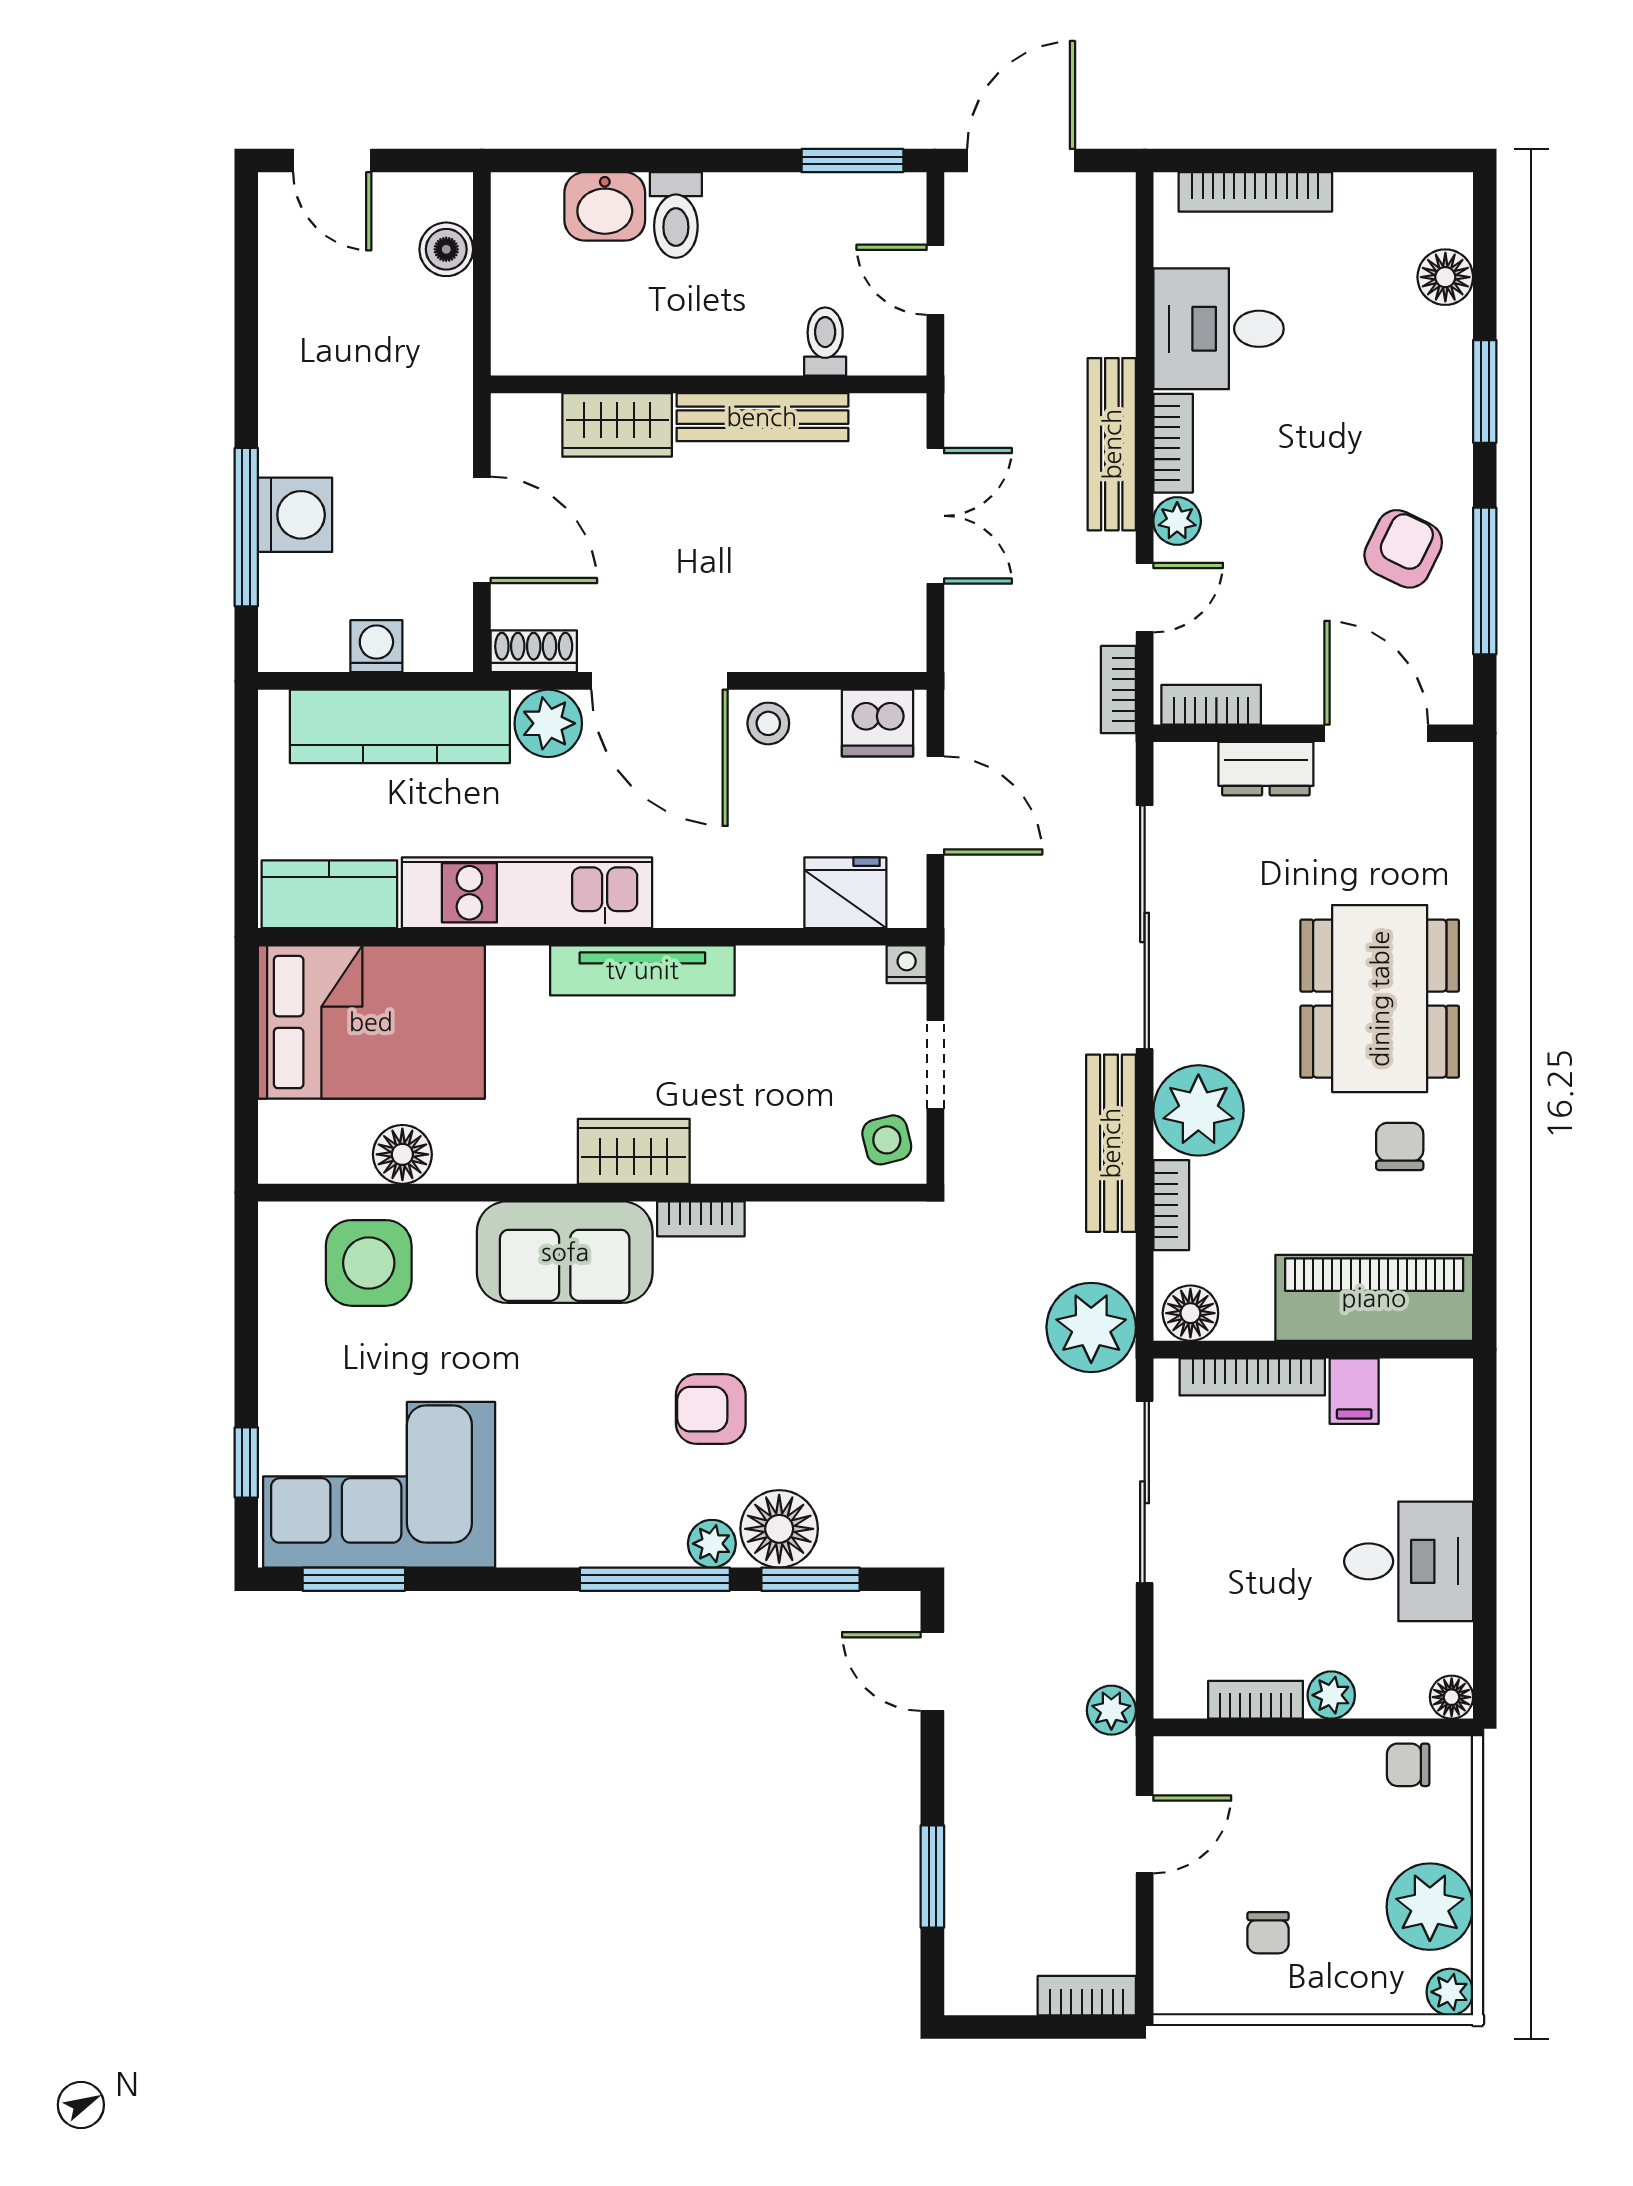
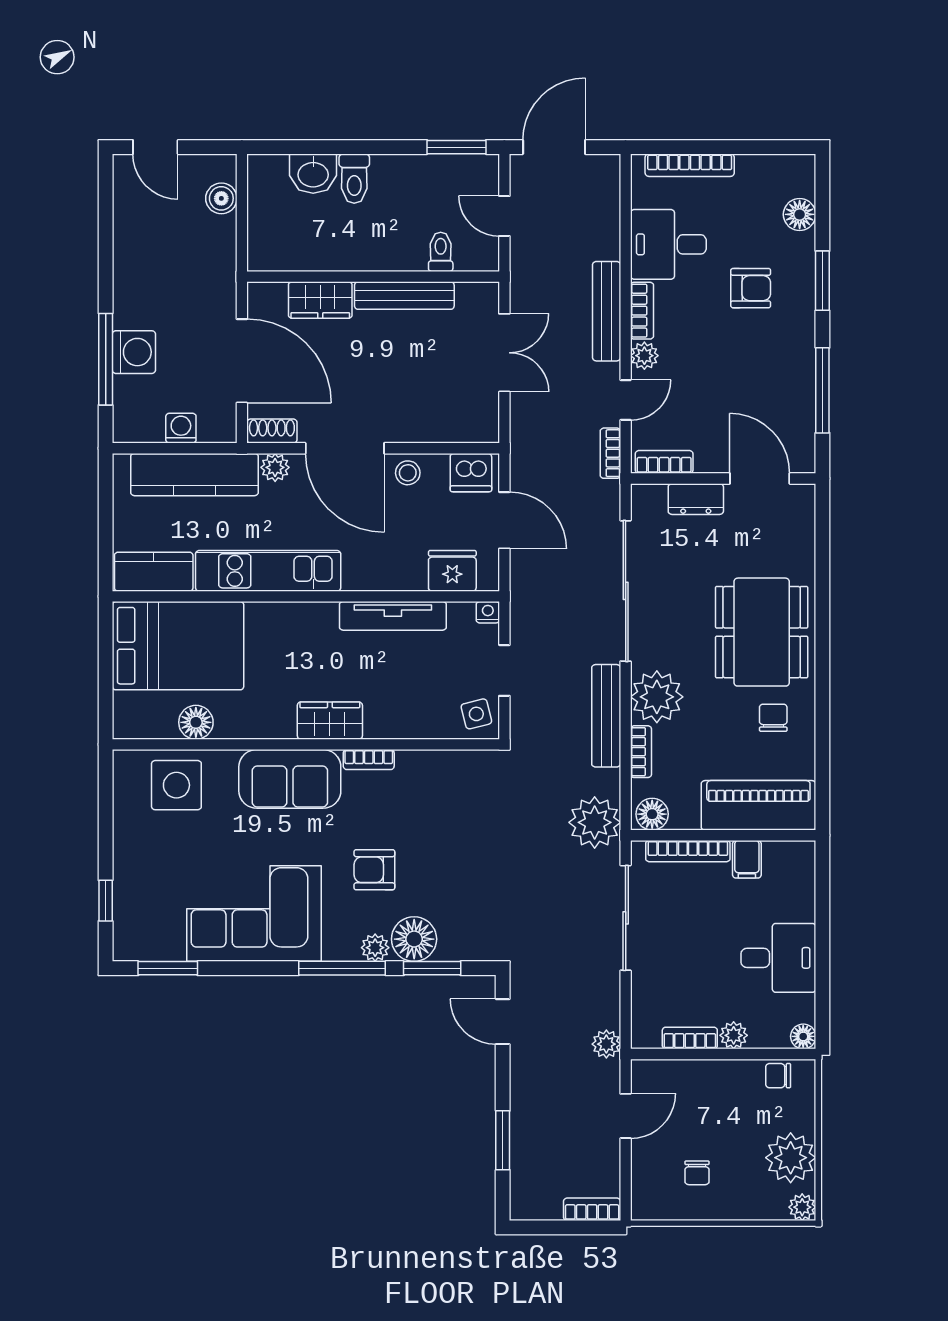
door: (482, 530) -> (242, 361), width x1.36
armchair: (1403, 549) -> (751, 288), moved, turned 64
plant: (548, 723) -> (275, 467), width x0.73, depth x0.73
tv unit: (642, 970) -> (393, 616), moved
corner sofa: (379, 1485) -> (254, 914), moved

